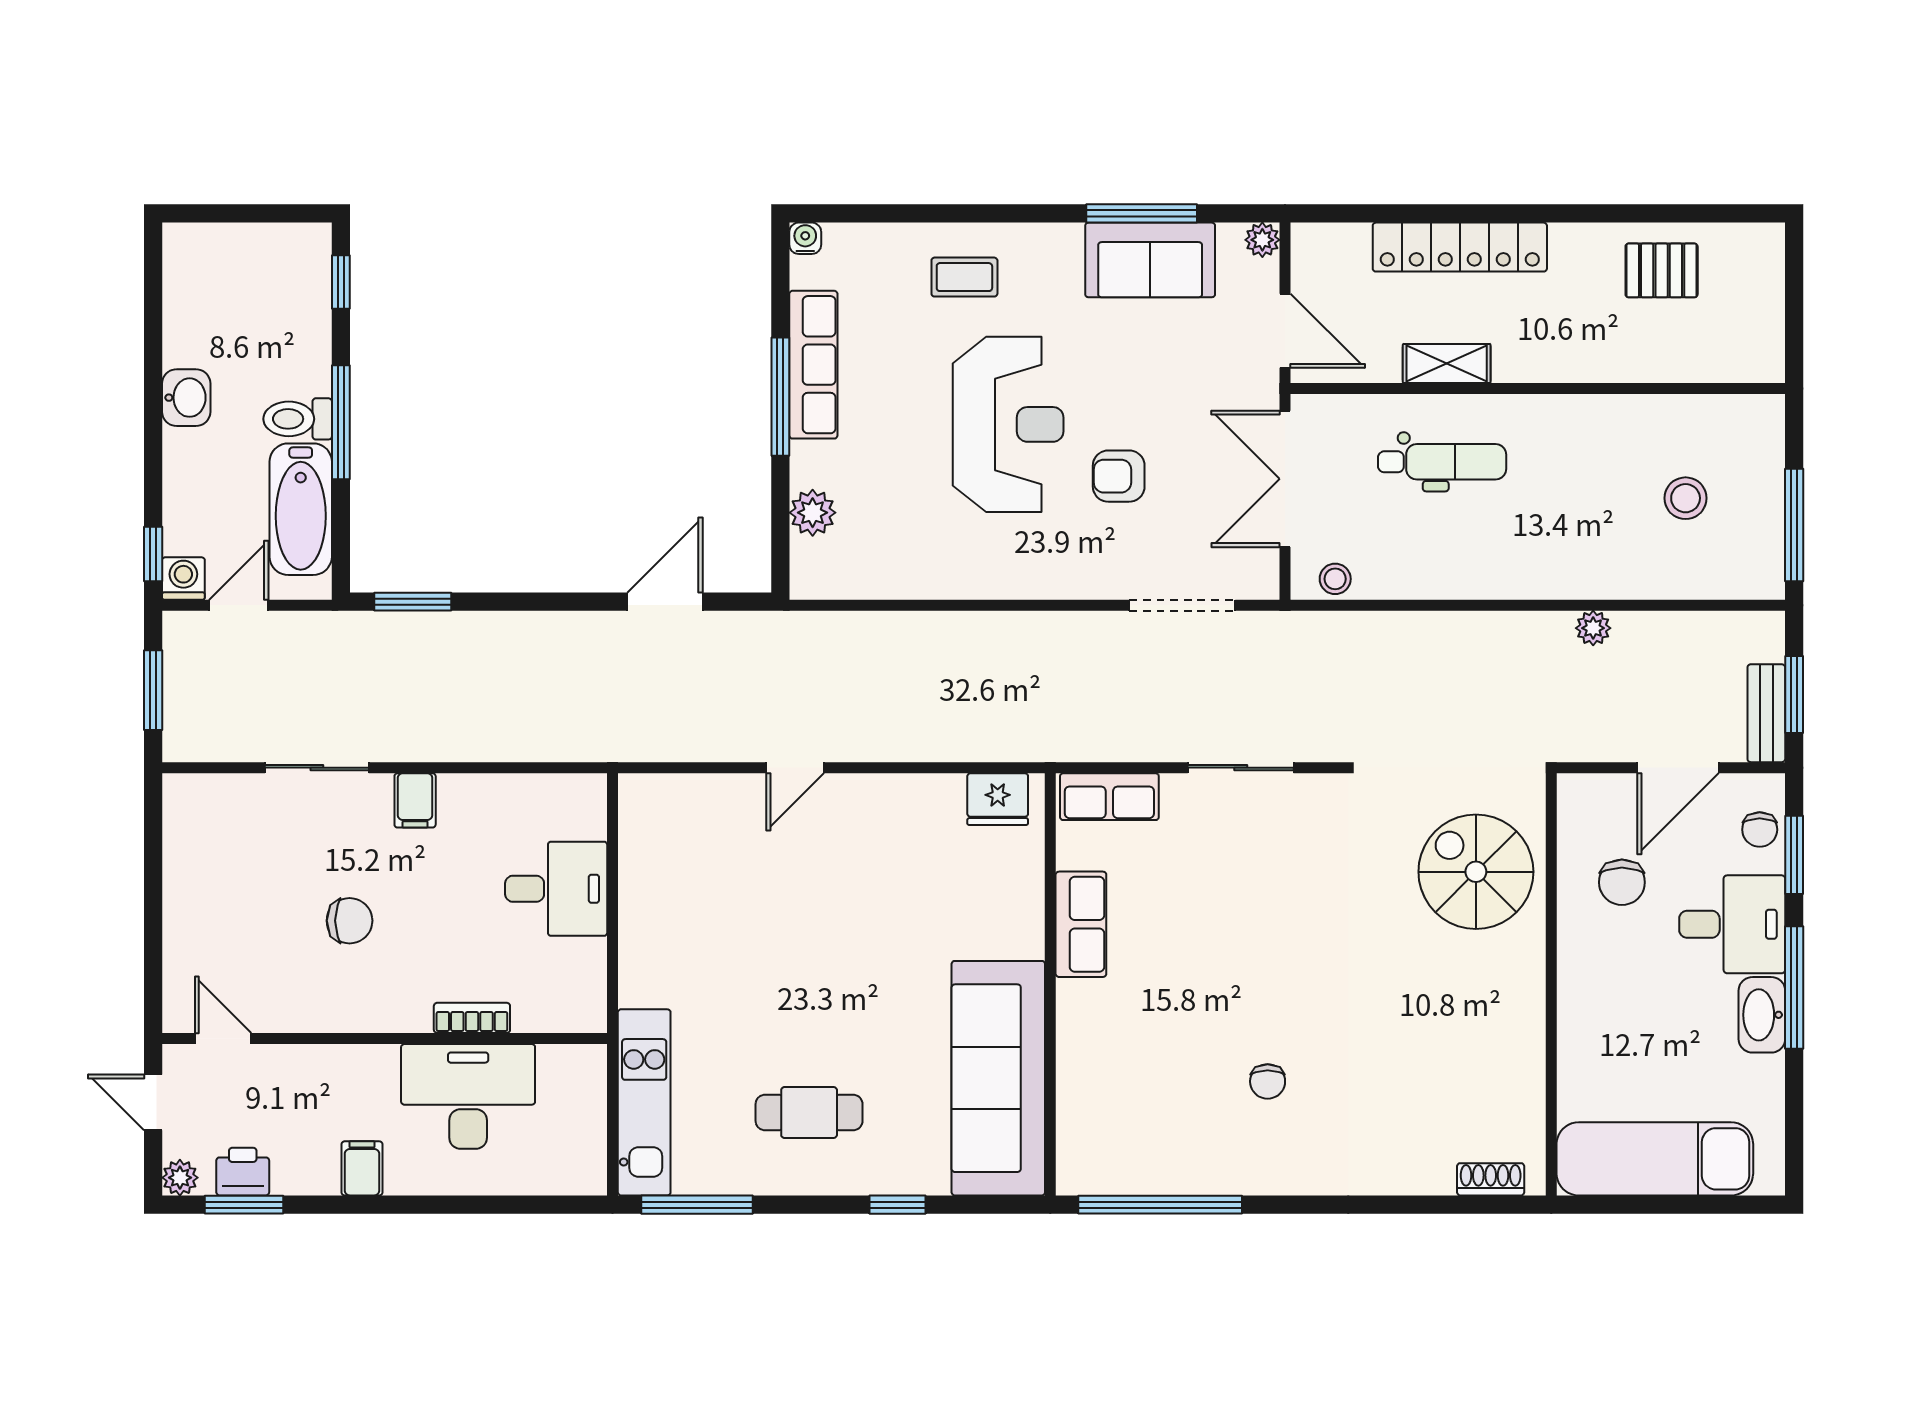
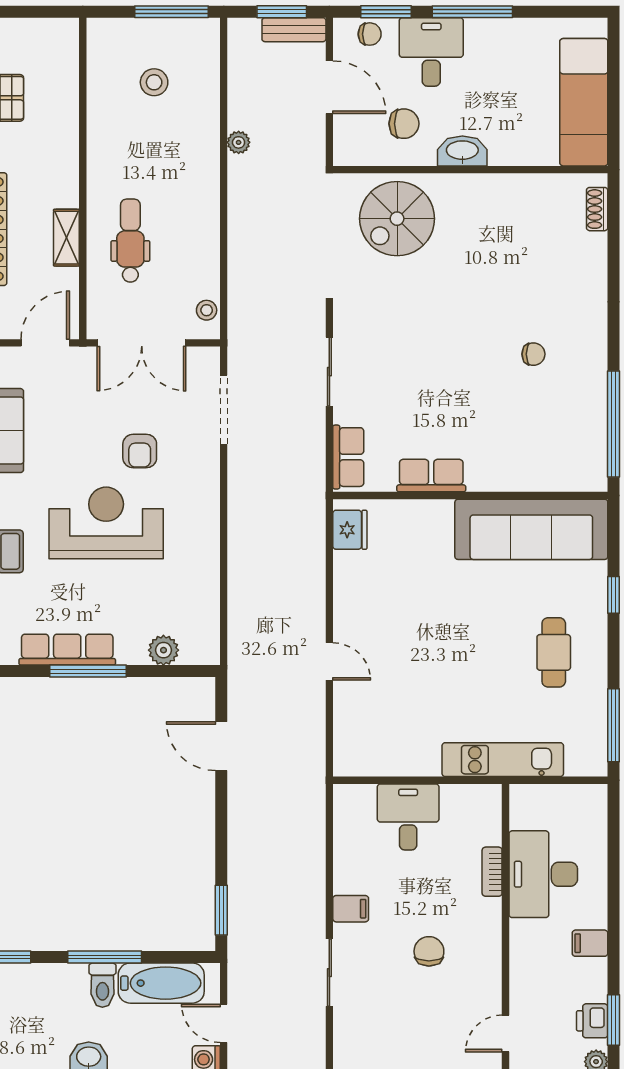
washbasin: (1762, 1015) -> (462, 151), moved, turned 180
kitchen unit: (644, 1102) -> (503, 760), moved

